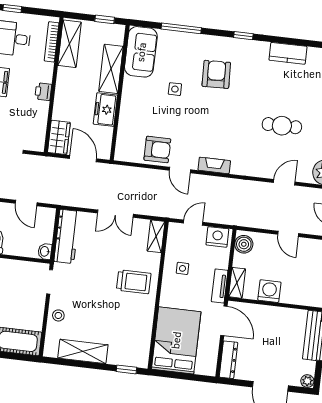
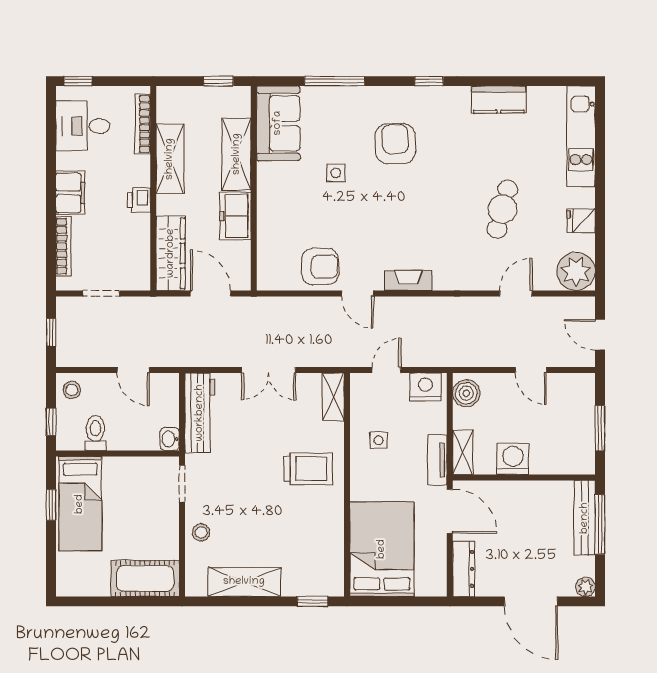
shelving: (70, 44) -> (170, 159), moved
cafe table: (282, 126) -> (502, 209), turned -75
wardrobe: (59, 137) -> (171, 253), width x1.50

